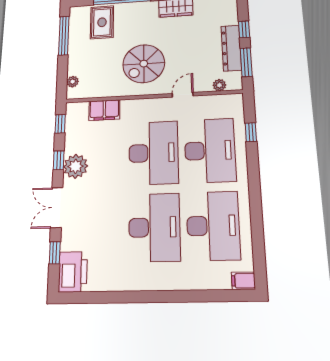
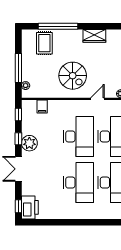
window: (64, 36) -> (18, 68), moved
spiral stairs: (144, 64) -> (73, 76), turned -90
filing cabinet: (104, 110) -> (42, 107), width x0.50
window: (55, 253) -> (18, 206), moved

